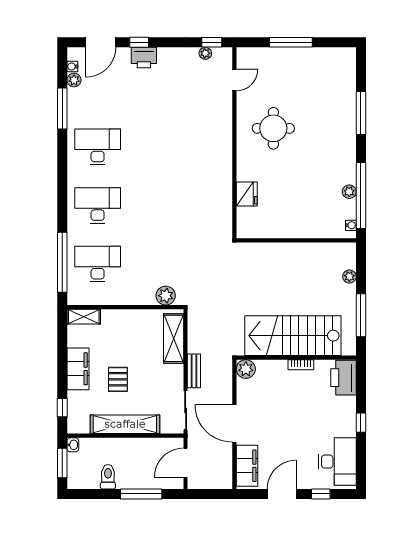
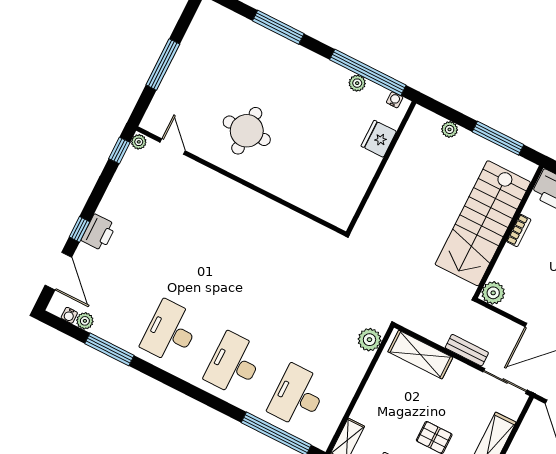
plant: (205, 53) -> (139, 142), moved
fridge: (247, 194) -> (379, 139), moved, turned -90

